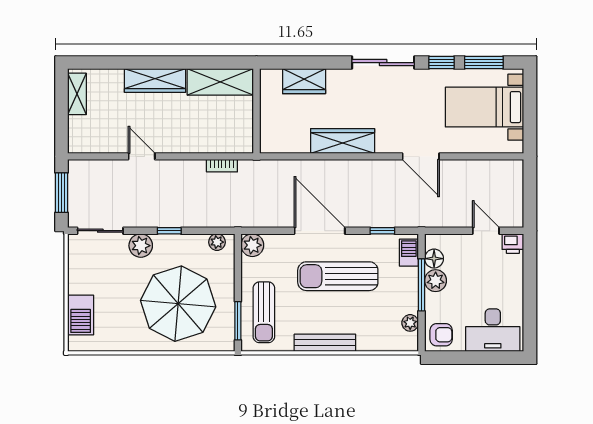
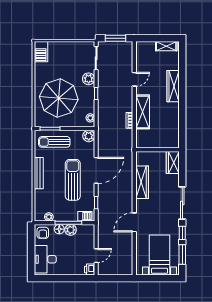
shelving: (220, 82) -> (143, 112), moved
wall: (256, 111) -> (157, 150), moved
floor lamp: (434, 259) -> (59, 229), moved
barbecue: (81, 315) -> (41, 52), moved, turned -90

